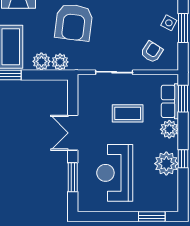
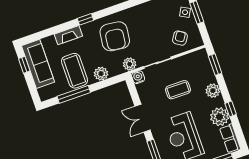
plant: (60, 62) -> (130, 64), moved
water cooler: (85, 81) -> (138, 77), added
row of seats: (170, 101) -> (230, 139), moved

